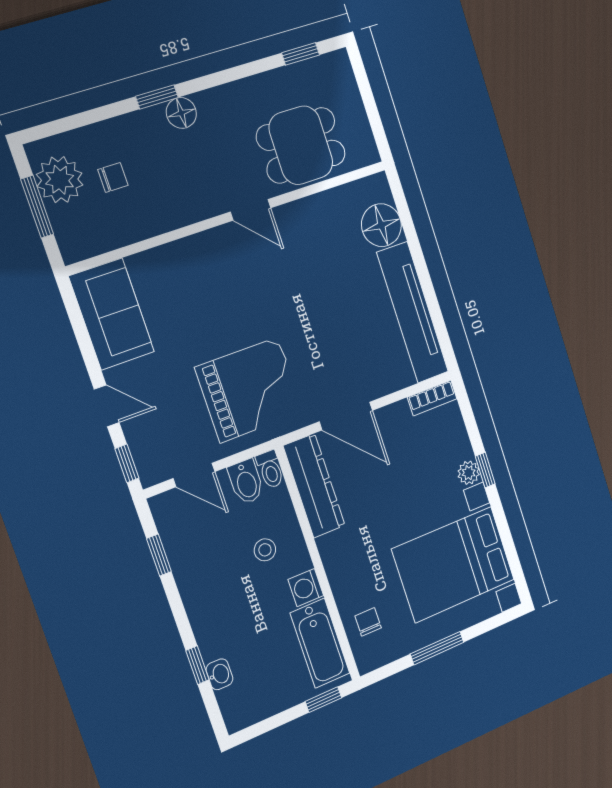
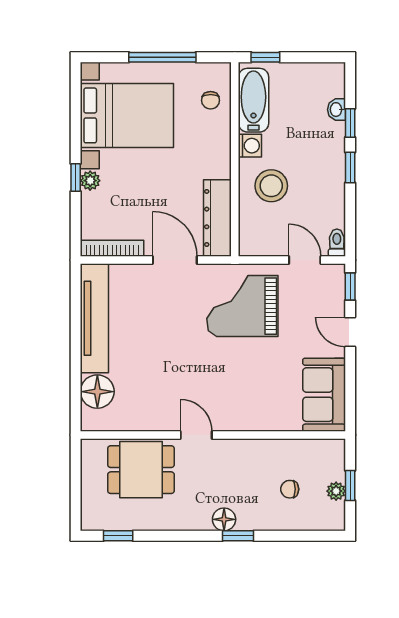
plant: (60, 180) -> (336, 491), width x0.53, depth x0.53
window: (37, 207) -> (350, 485), width x0.67
bookcase: (432, 398) -> (112, 248), width x1.56
toilet: (270, 469) -> (337, 243), moved
bidet: (246, 482) -> (268, 241), removed
stool: (265, 550) -> (271, 186), width x1.89, depth x1.89
window: (159, 555) -> (350, 168), moved
window: (437, 648) -> (162, 57), width x1.44

